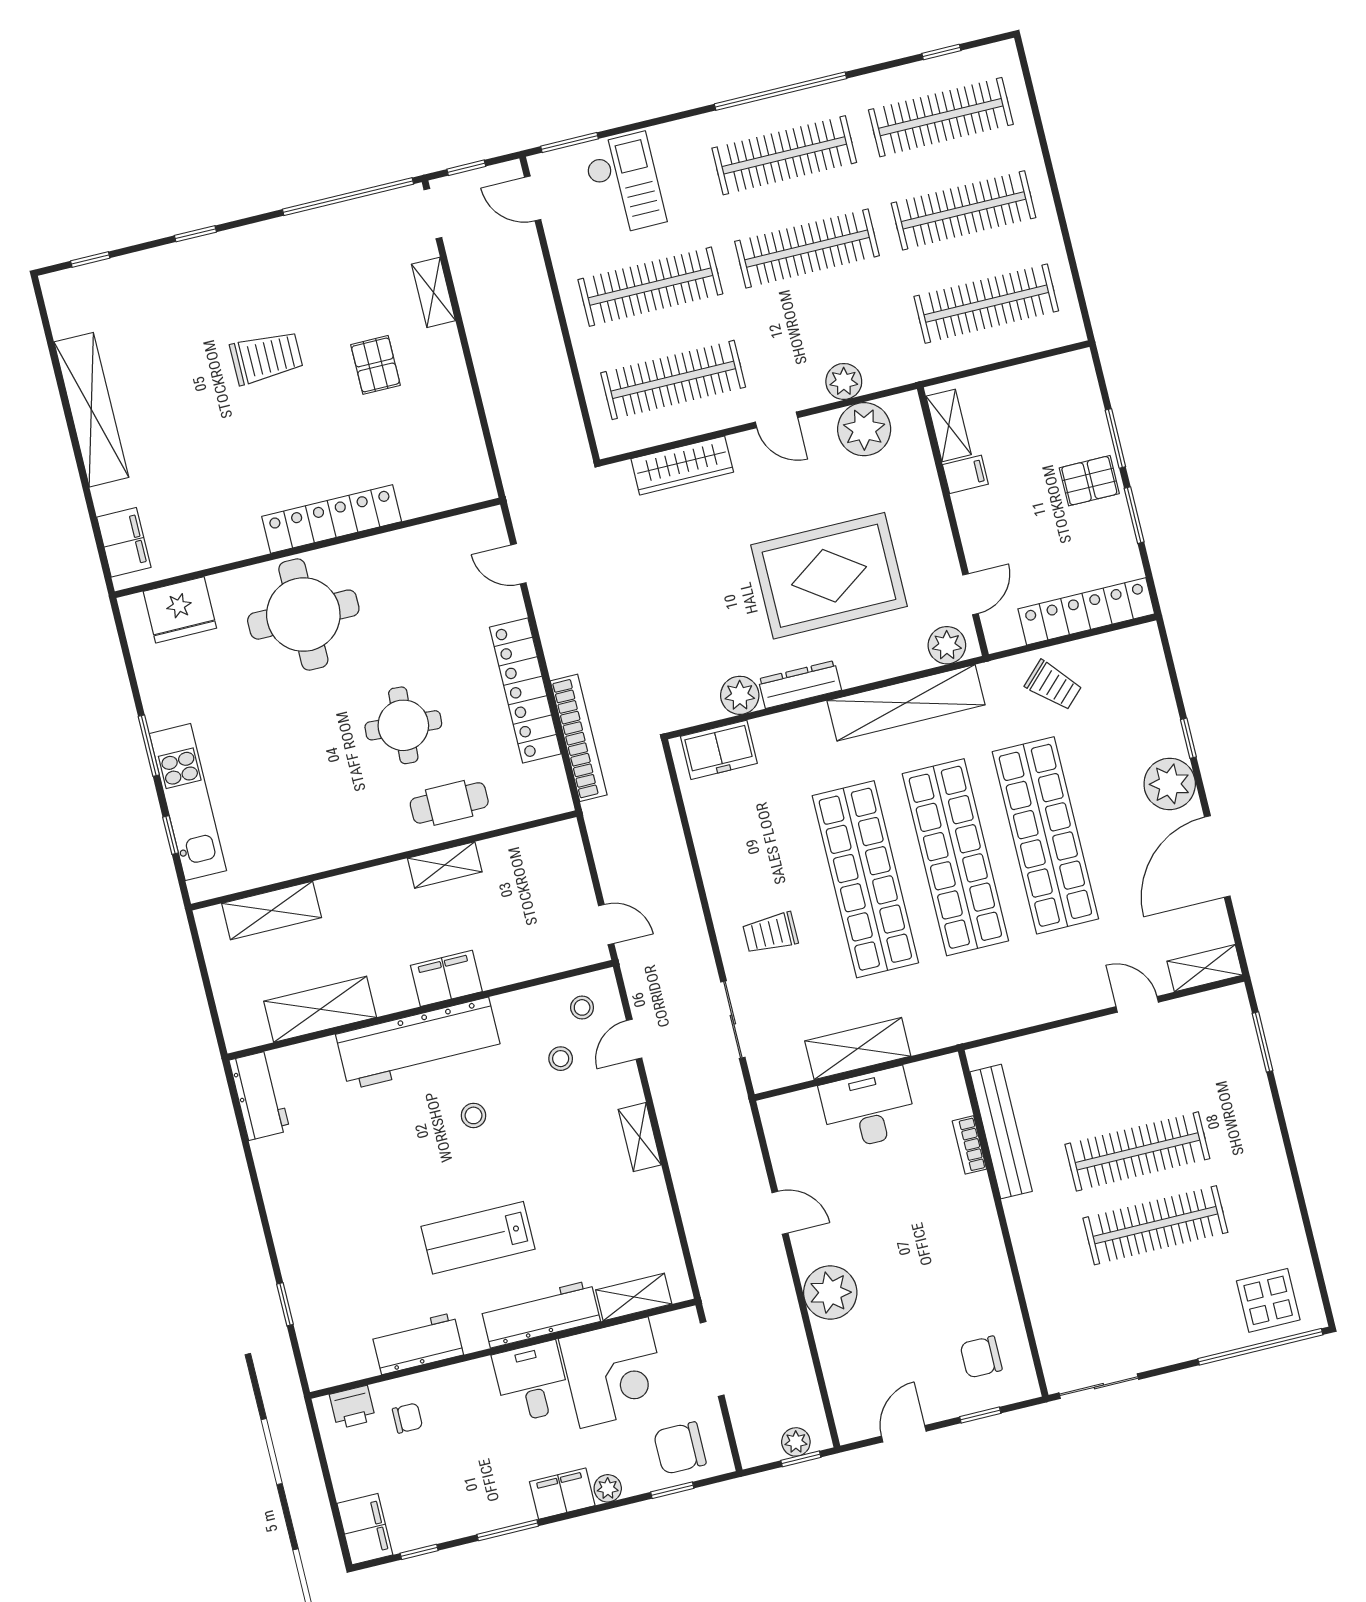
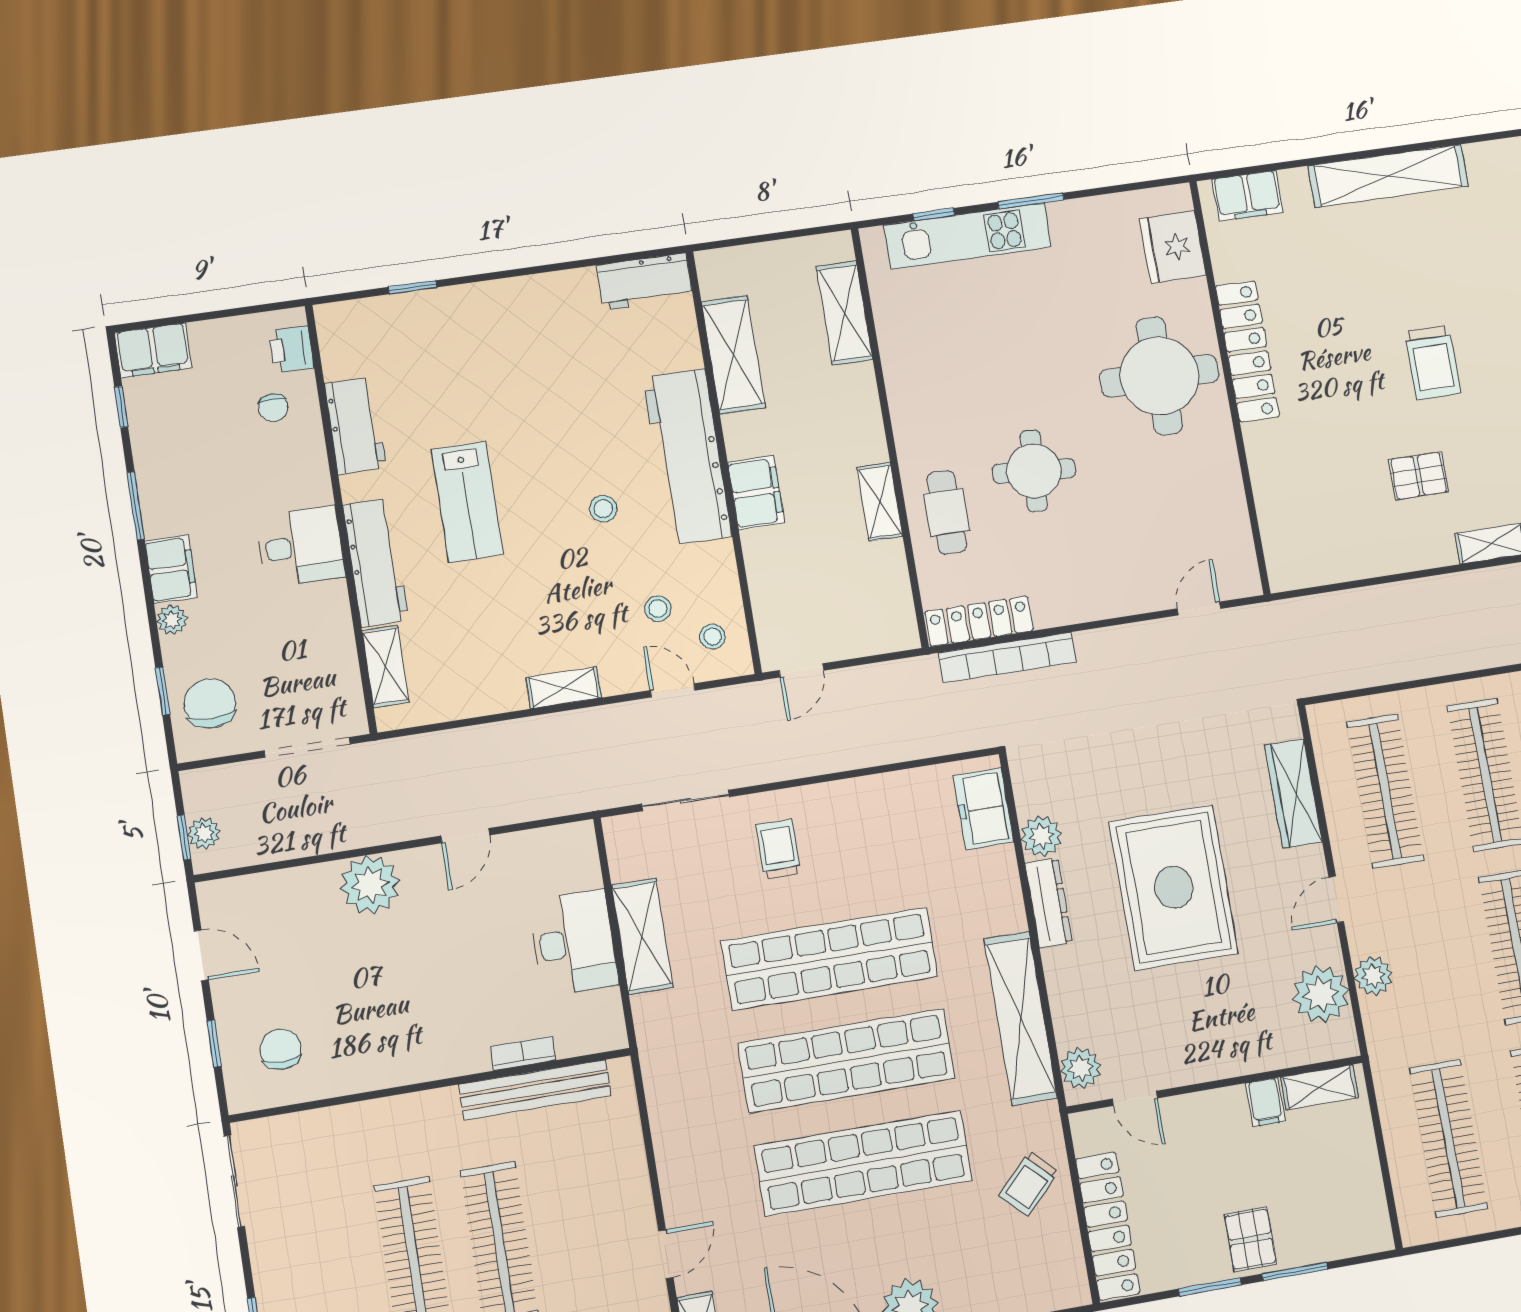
locker: (332, 519) -> (1247, 351), moved
rug: (829, 576) -> (1174, 887), moved
locker: (525, 690) -> (979, 621), moved, width x0.71, depth x0.83
lab bench: (478, 1238) -> (467, 502), turned 180
corner desk: (614, 1373) -> (302, 638), removed

